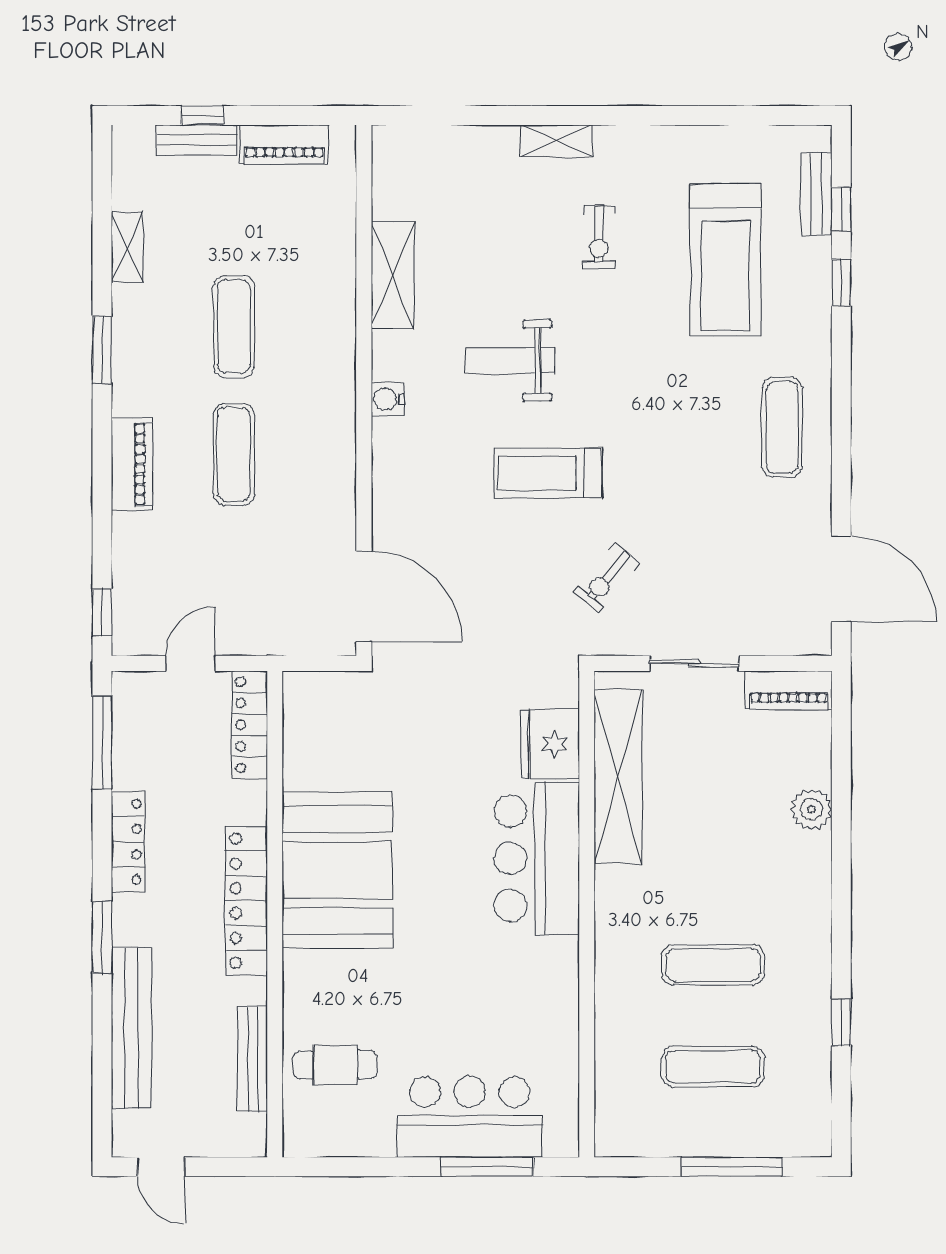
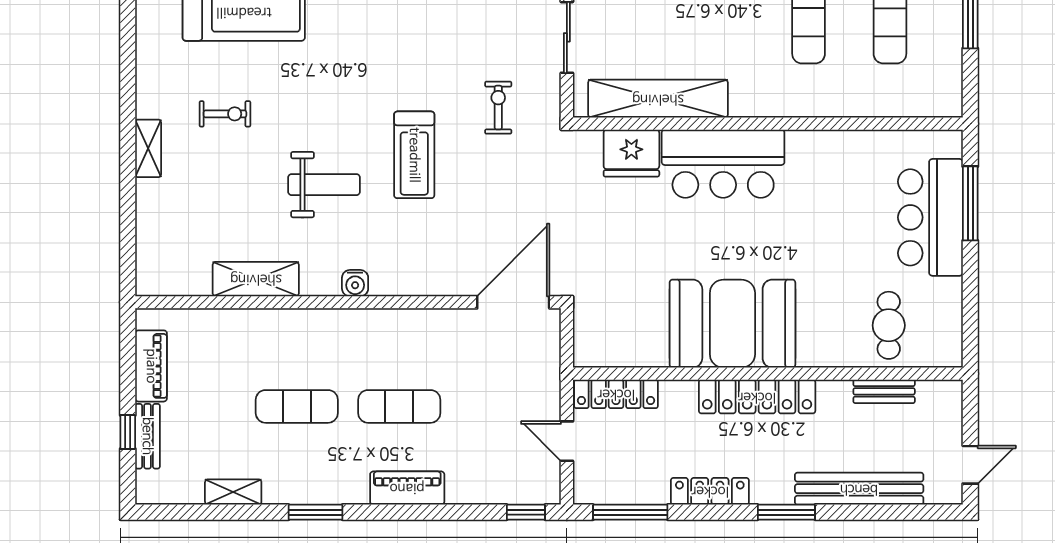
weight bench: (511, 360) -> (324, 185), turned -90
exercise bike: (607, 578) -> (498, 108), turned -130
bench: (253, 1059) -> (884, 391), width x0.73

